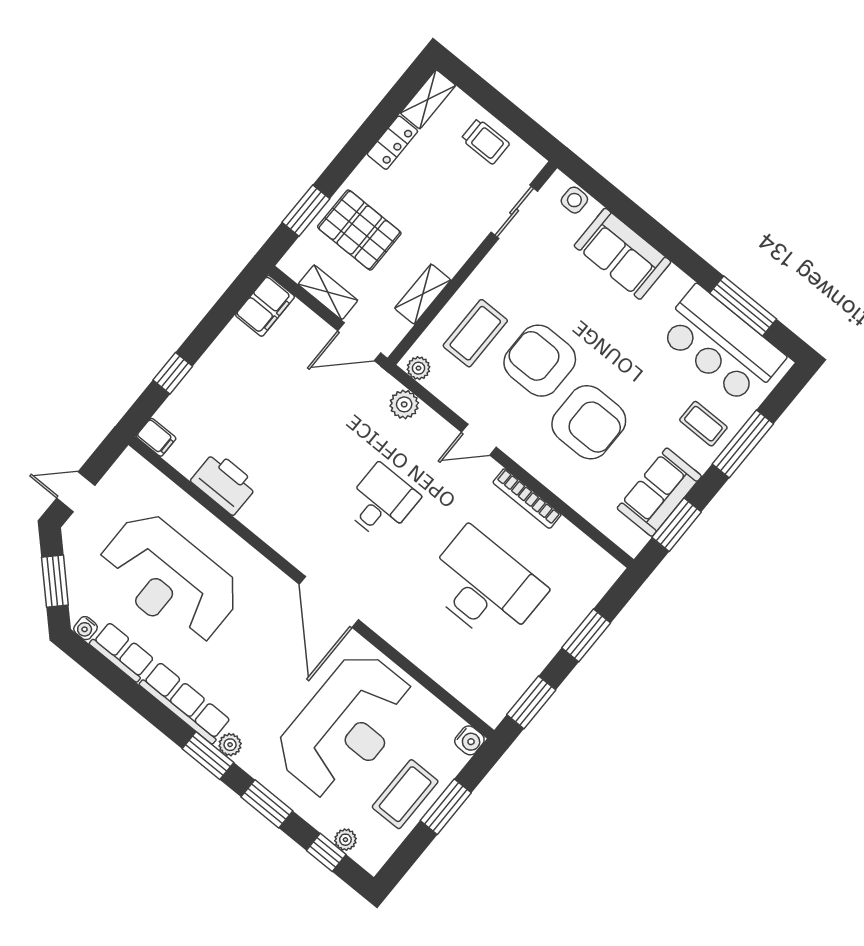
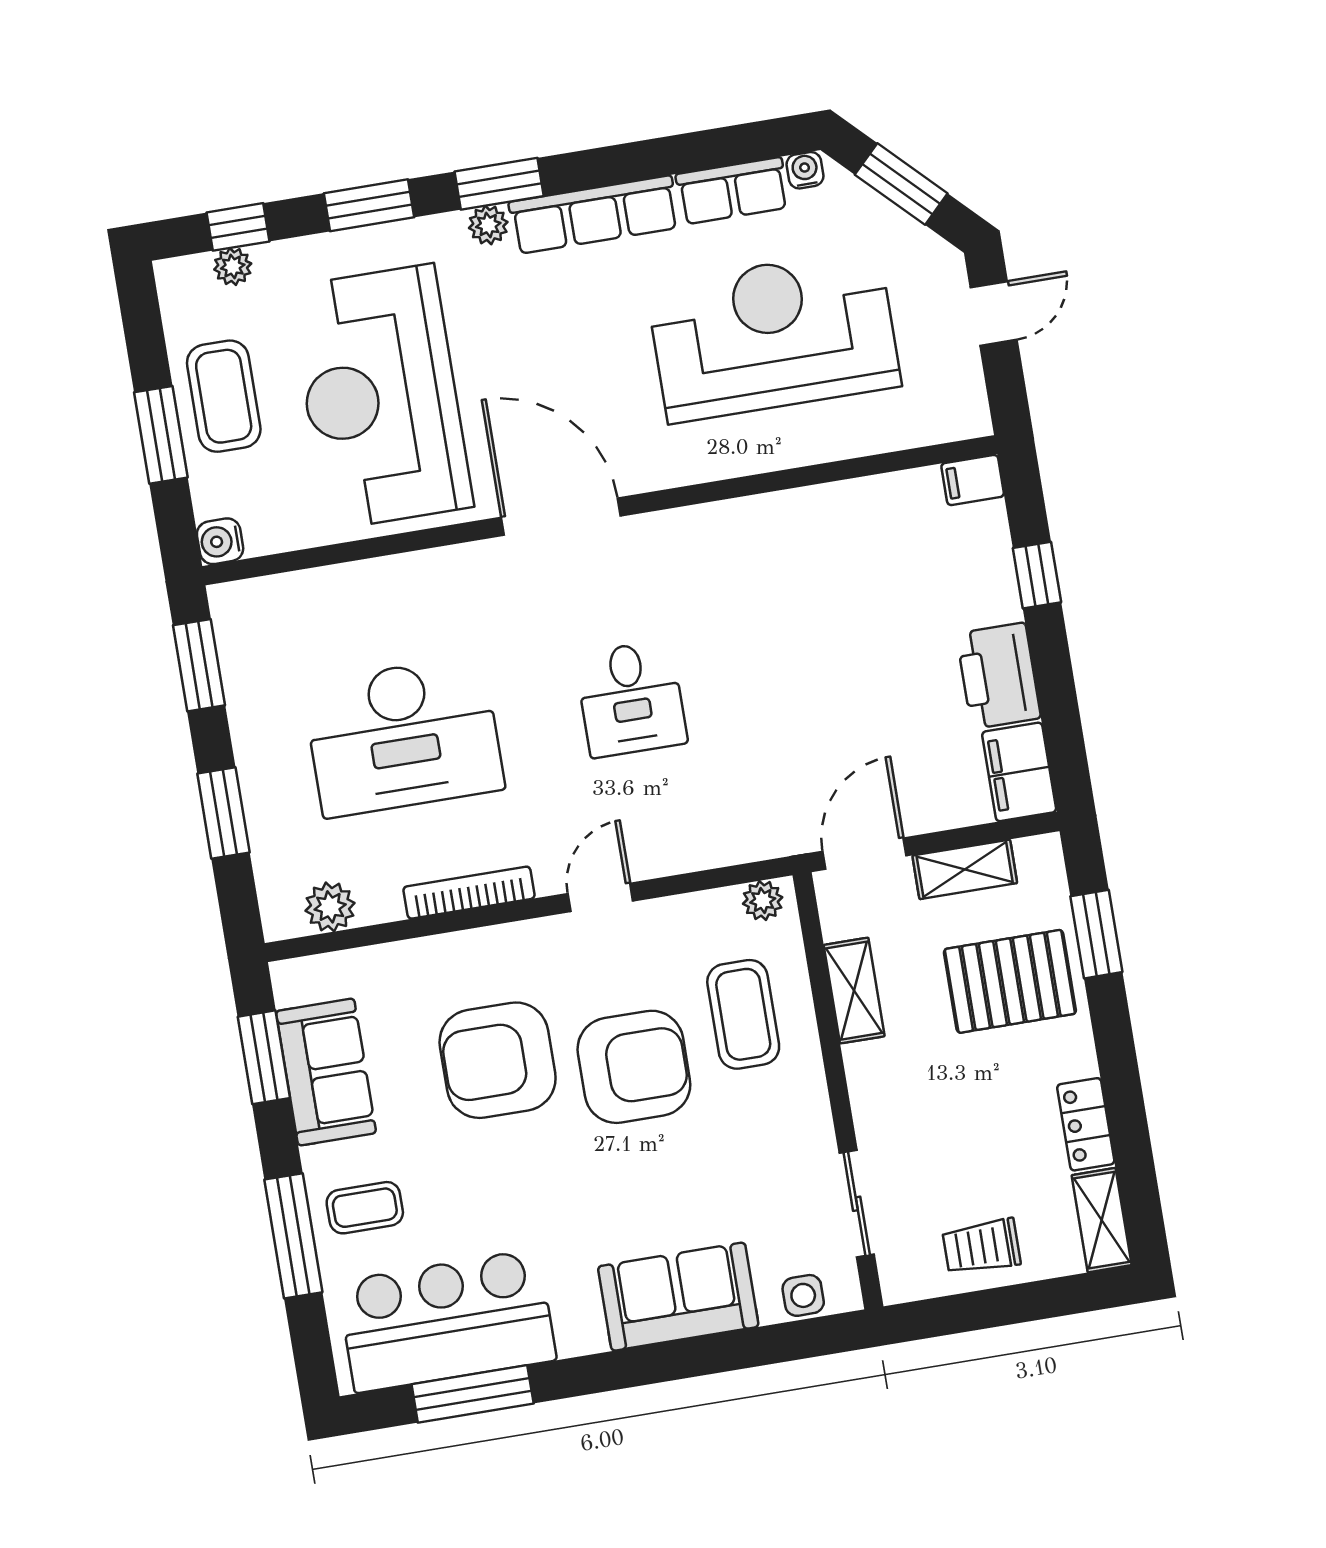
plant: (404, 404) -> (330, 907), moved
printer: (224, 483) -> (998, 676), moved, turned 90

